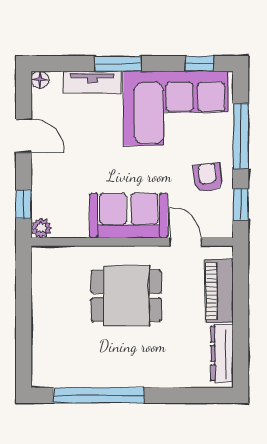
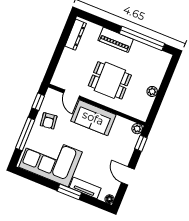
window: (199, 64) -> (31, 176), removed
piano: (219, 291) -> (116, 40), moved, turned 90
plant: (41, 307) -> (152, 91), added

